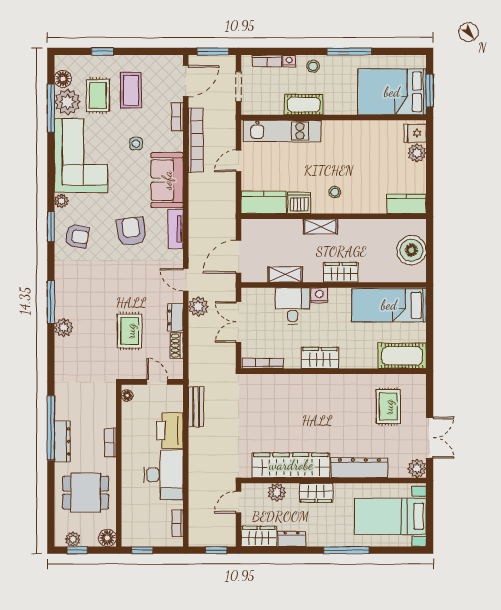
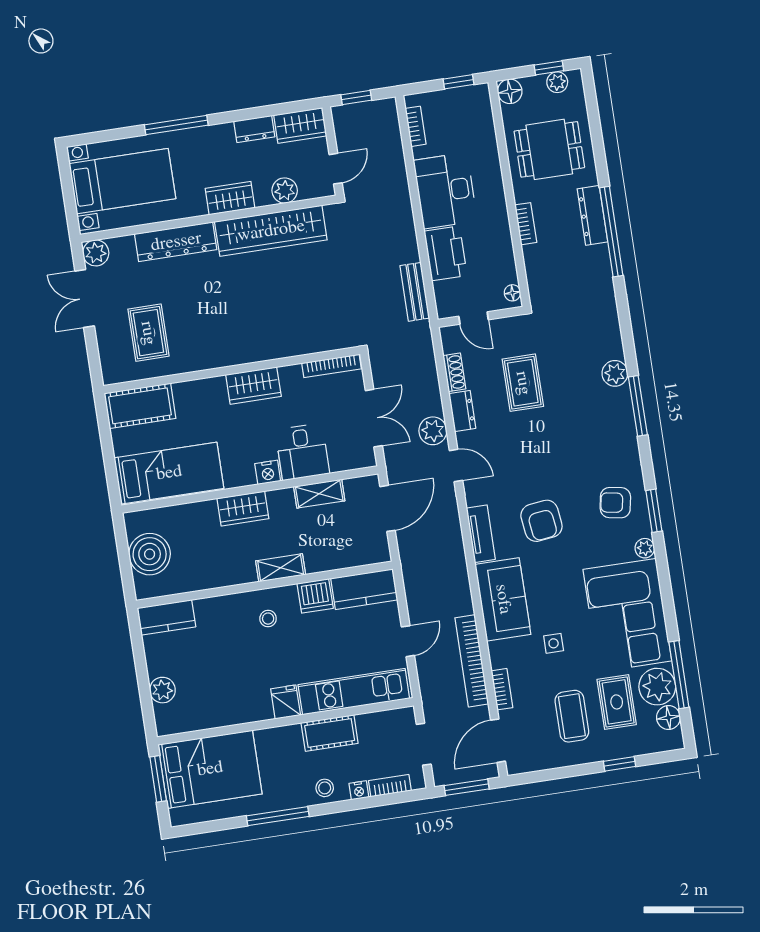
fridge: (415, 133) -> (286, 702), moved, turned -90

